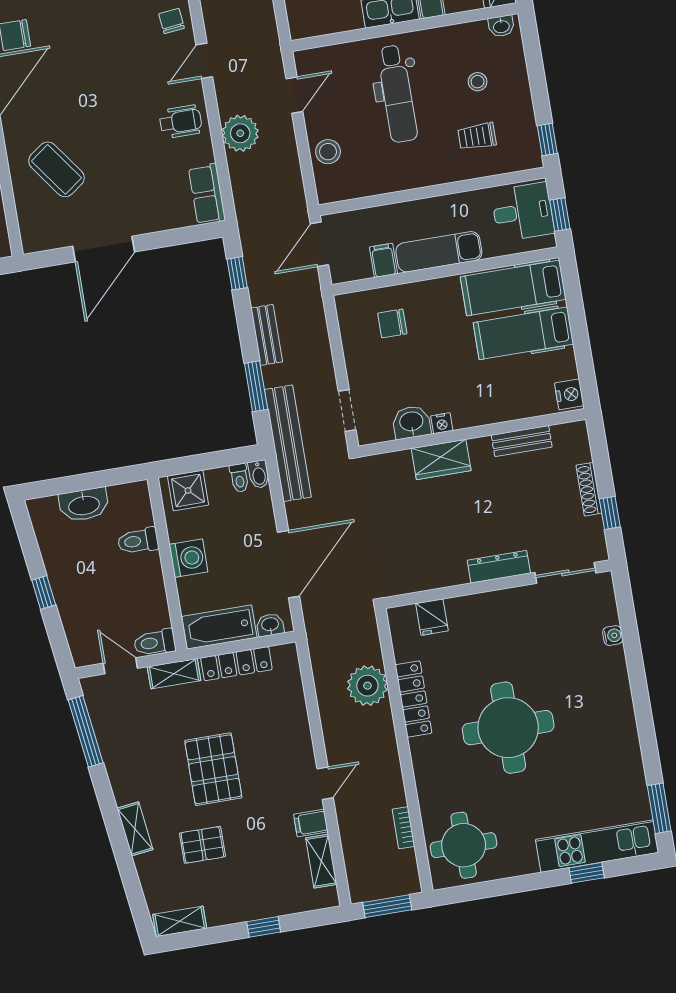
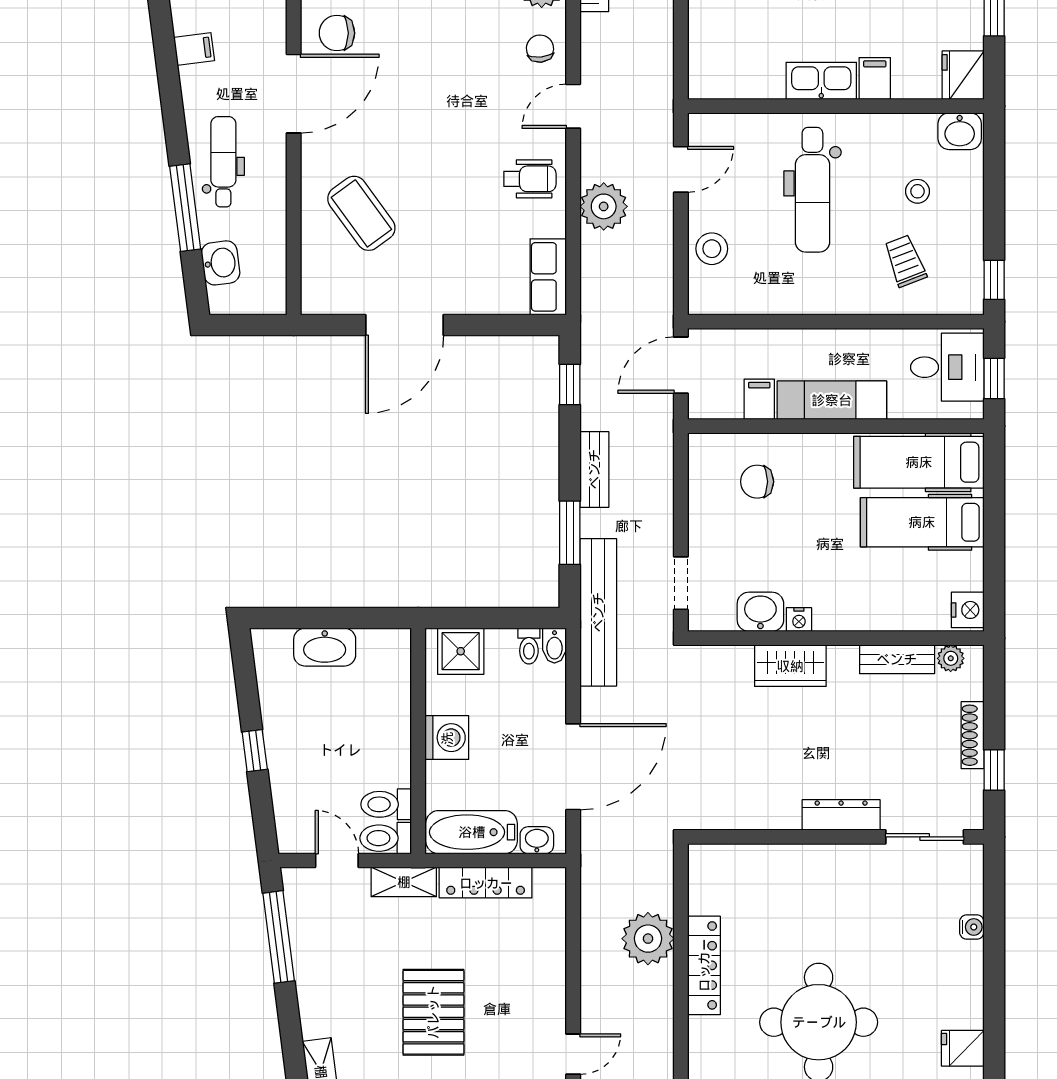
washbasin: (501, 26) -> (960, 131), width x1.38, depth x1.45
trolley: (477, 136) -> (905, 261), turned 69
plant: (562, 433) -> (951, 658), added
toilet: (138, 541) -> (386, 804), moved
fridge: (432, 617) -> (963, 1048), moved, turned 90

